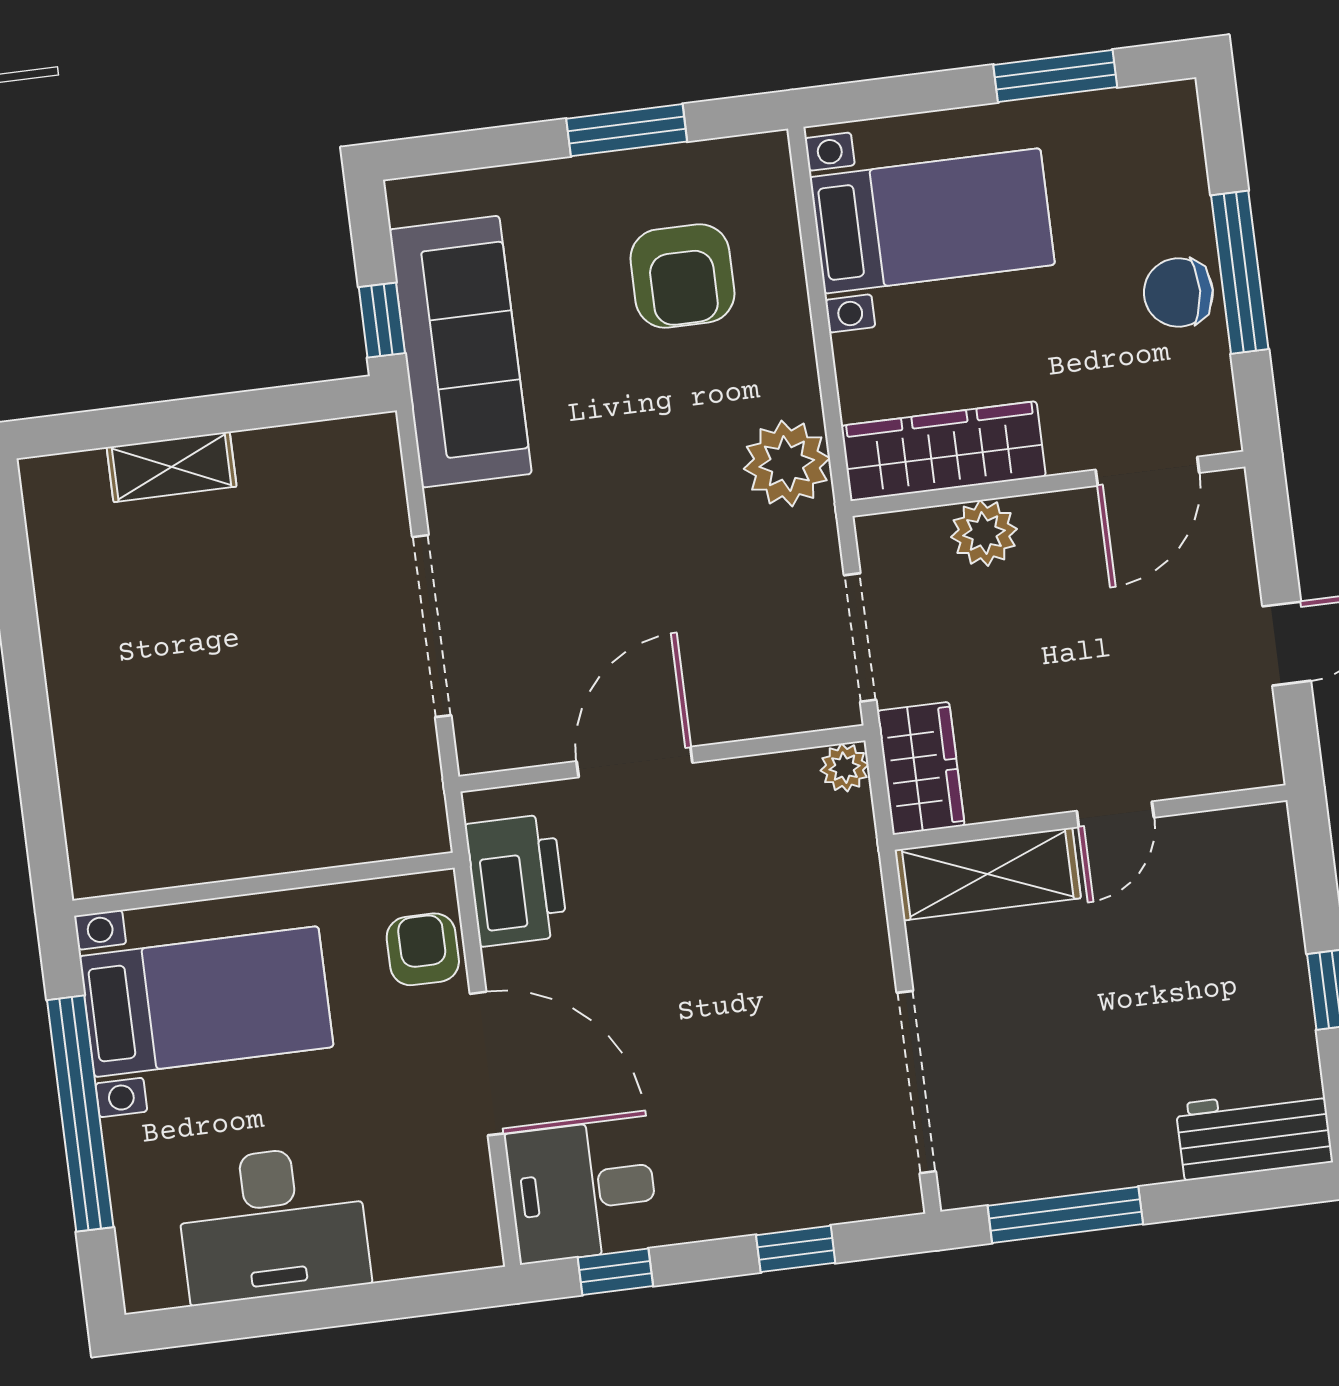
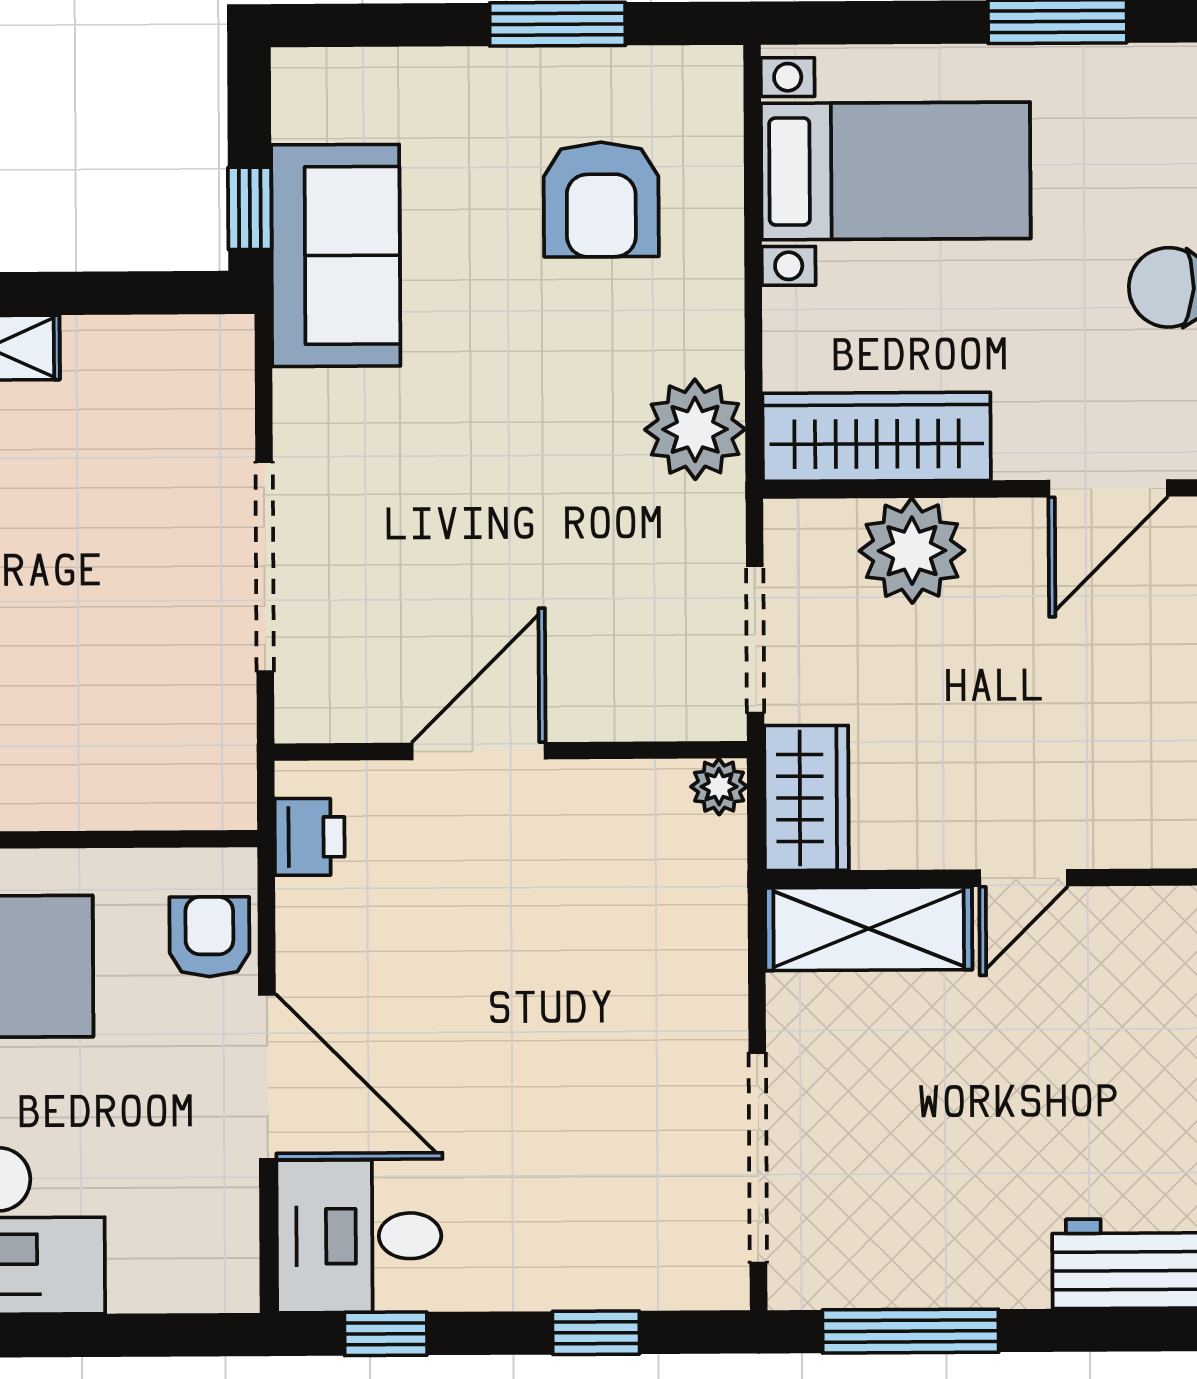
sofa: (460, 352) -> (336, 255), width x0.73
plant: (984, 533) -> (912, 551), width x1.36, depth x1.36
printer: (516, 880) -> (310, 837), width x0.53, depth x0.68

